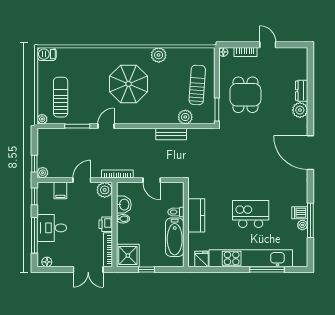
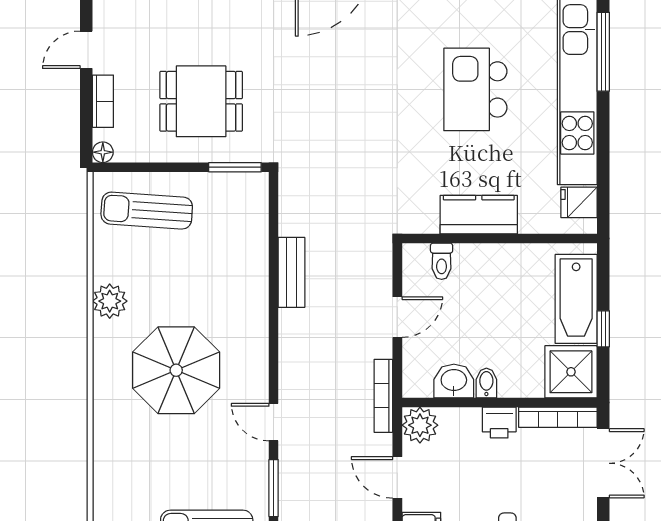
sun lounger: (197, 85) -> (147, 211), moved
plant: (185, 117) -> (252, 240), removed
toilet: (176, 212) -> (442, 261), moved
bathtub: (175, 237) -> (576, 299), moved, turned 90

